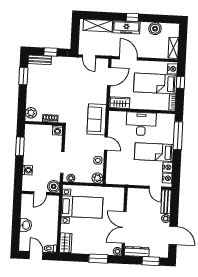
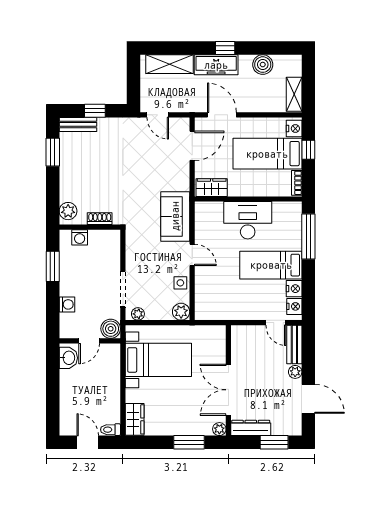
washing machine: (58, 130) -> (80, 237), moved
washbasin: (26, 225) -> (68, 358), moved

